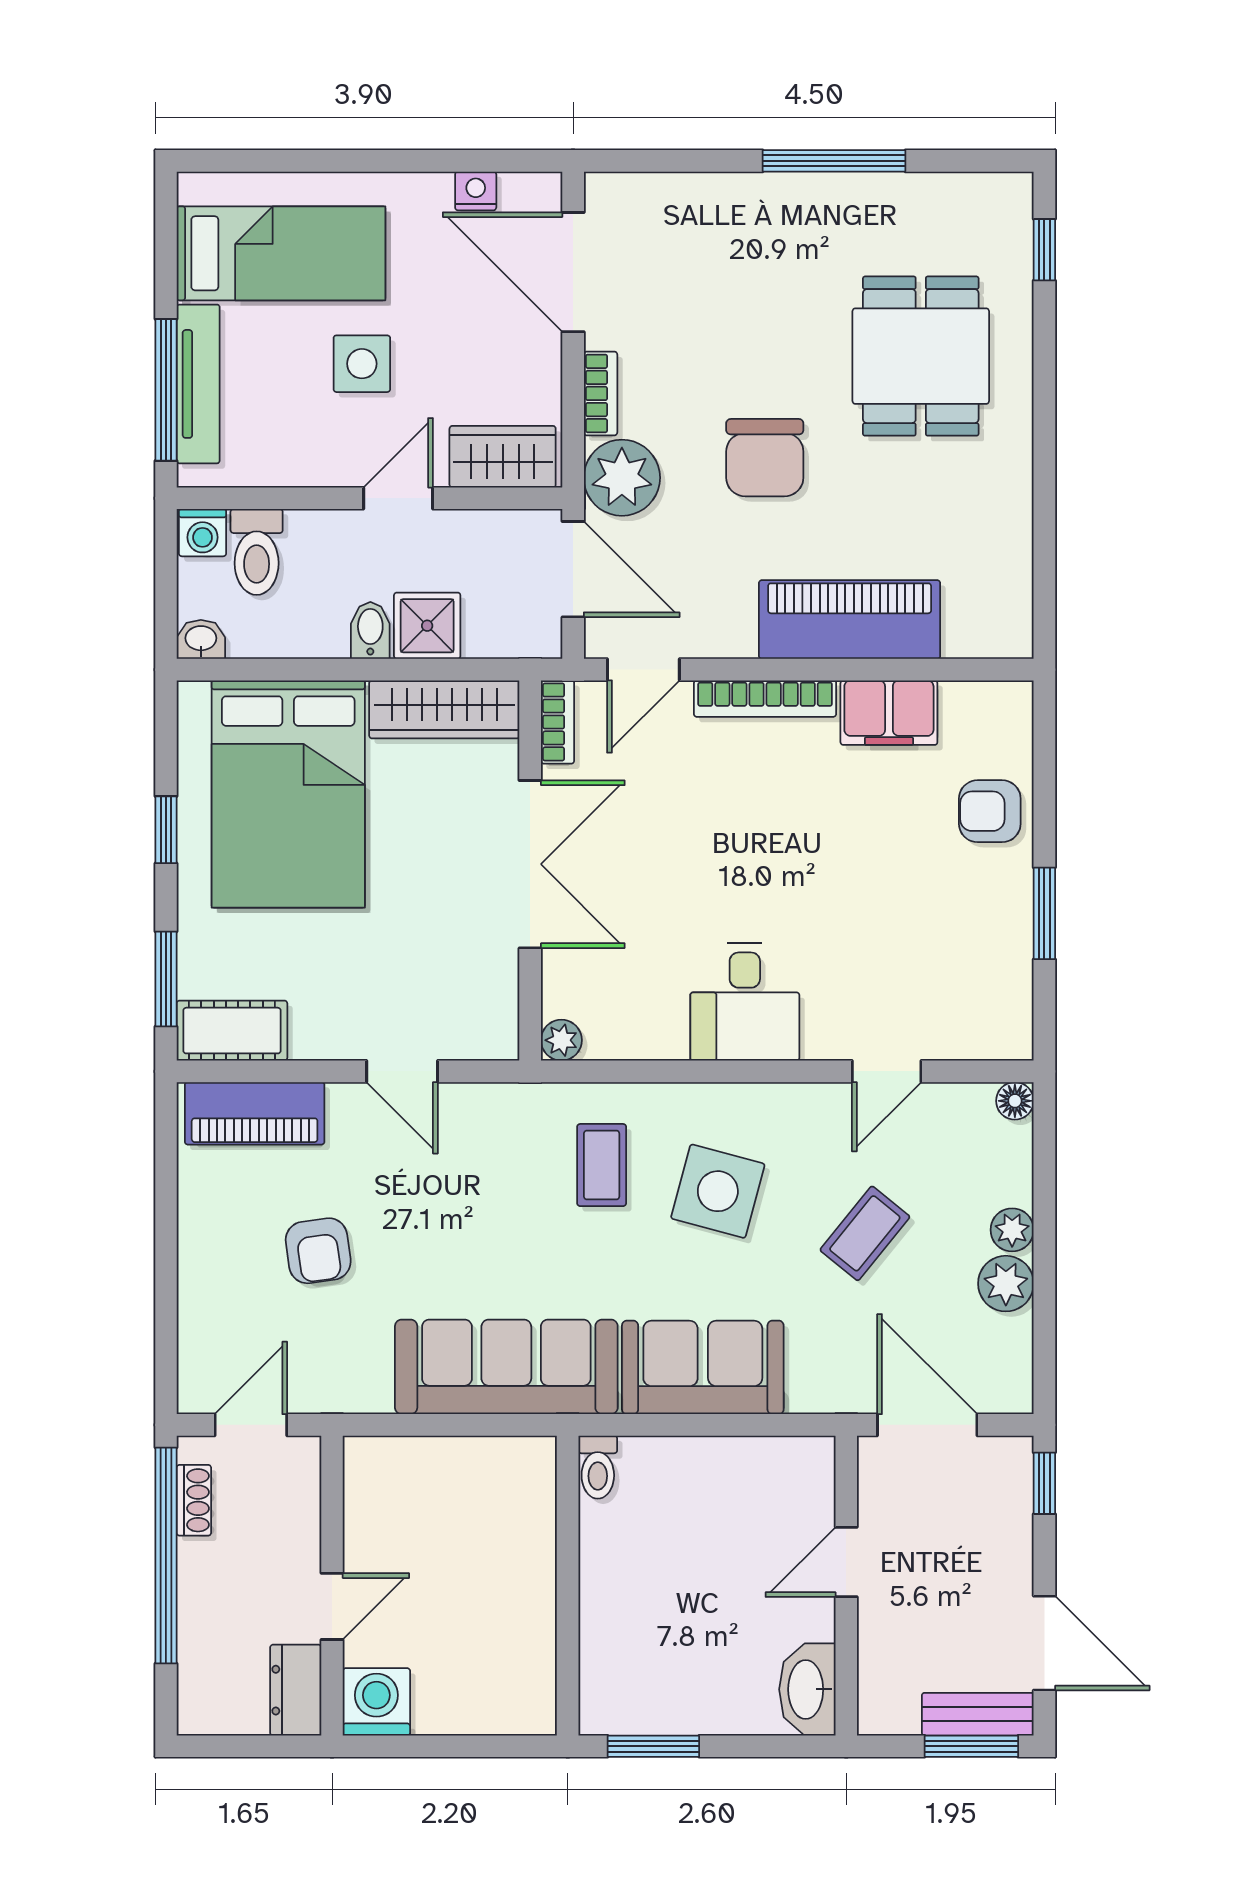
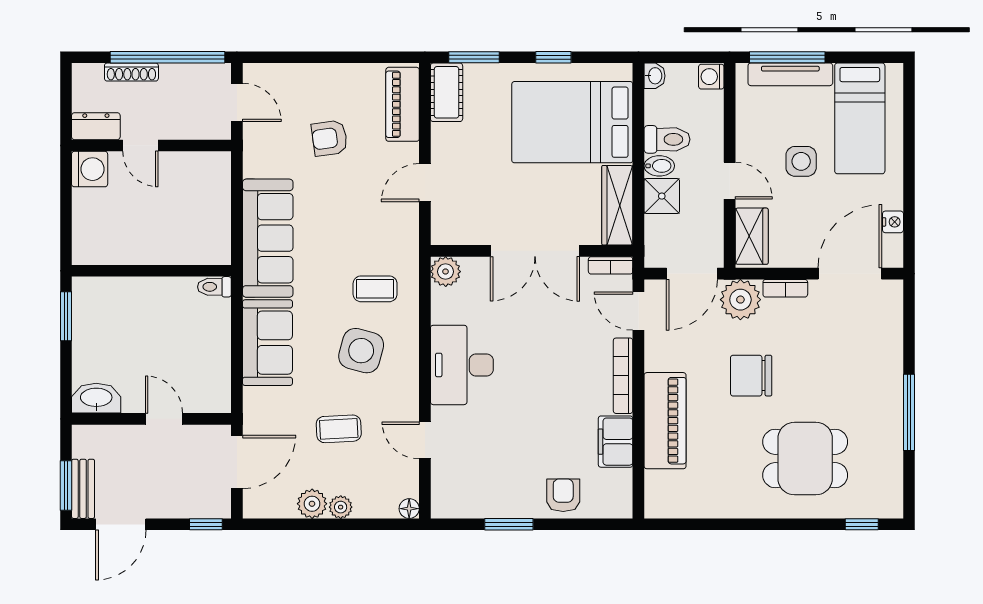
toilet: (257, 552) -> (667, 139), moved, turned 180
desk: (745, 1002) -> (462, 365), width x1.37
plant: (561, 1040) -> (446, 272), width x1.38, depth x1.38
coffee table: (865, 1233) -> (339, 429), turned -42
shoe rack: (194, 1500) -> (131, 72), moved, width x1.43

